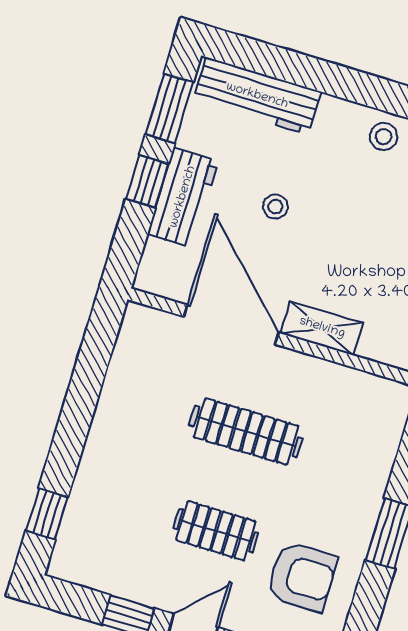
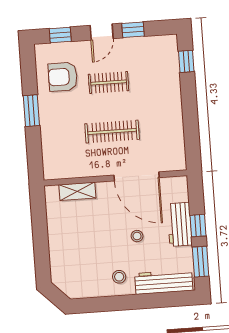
stool: (384, 137) -> (119, 277), moved
shelving: (322, 328) -> (77, 191), moved

